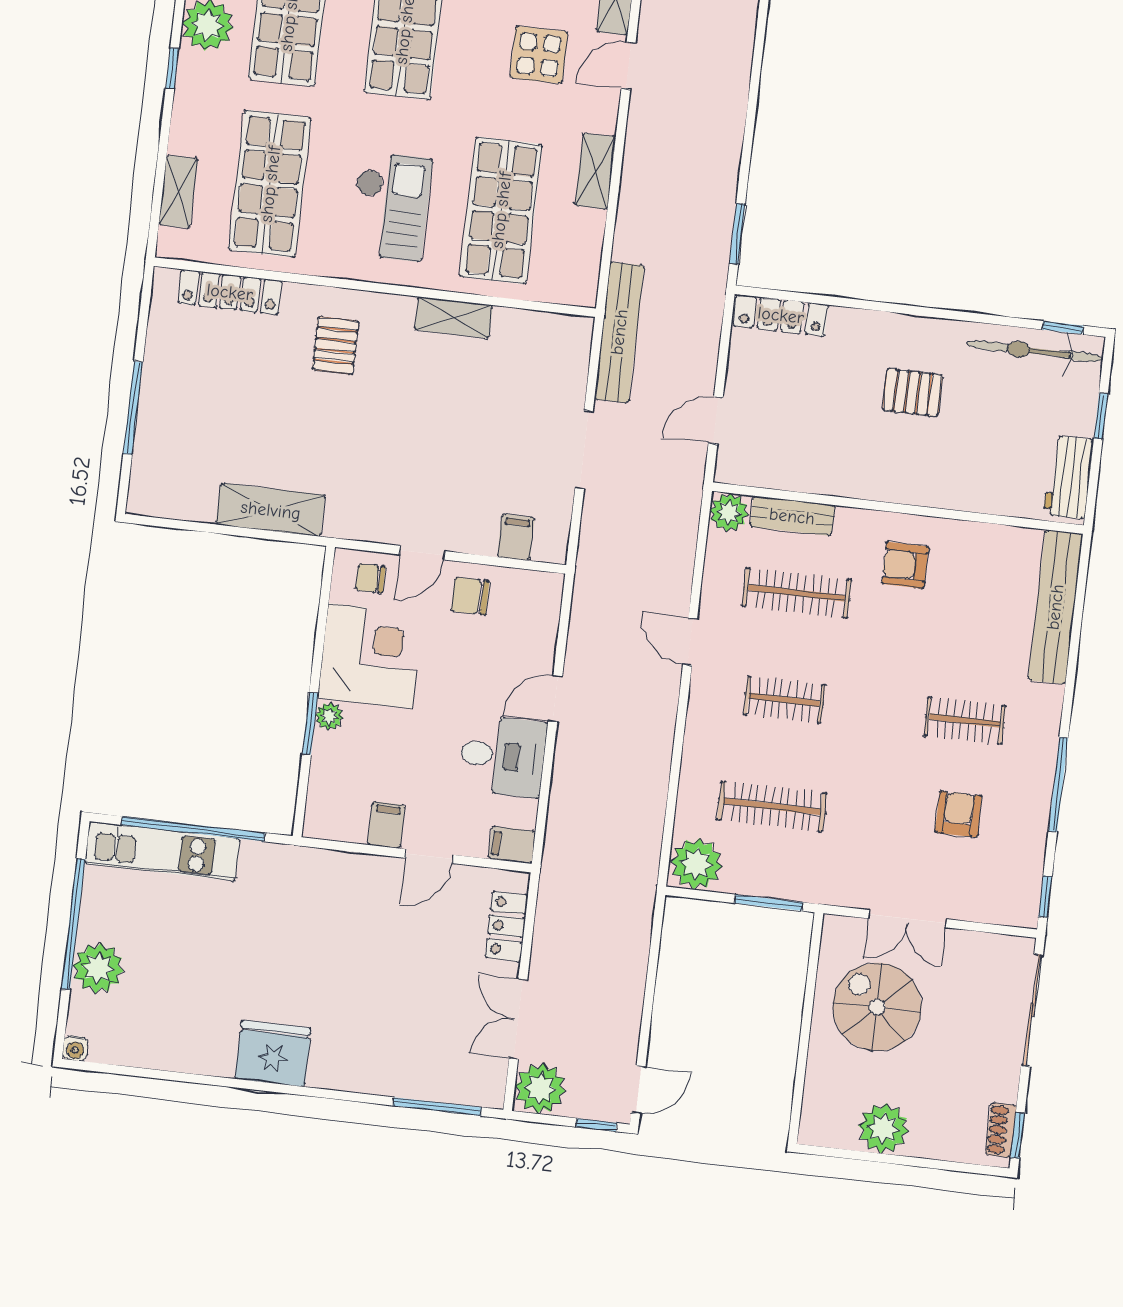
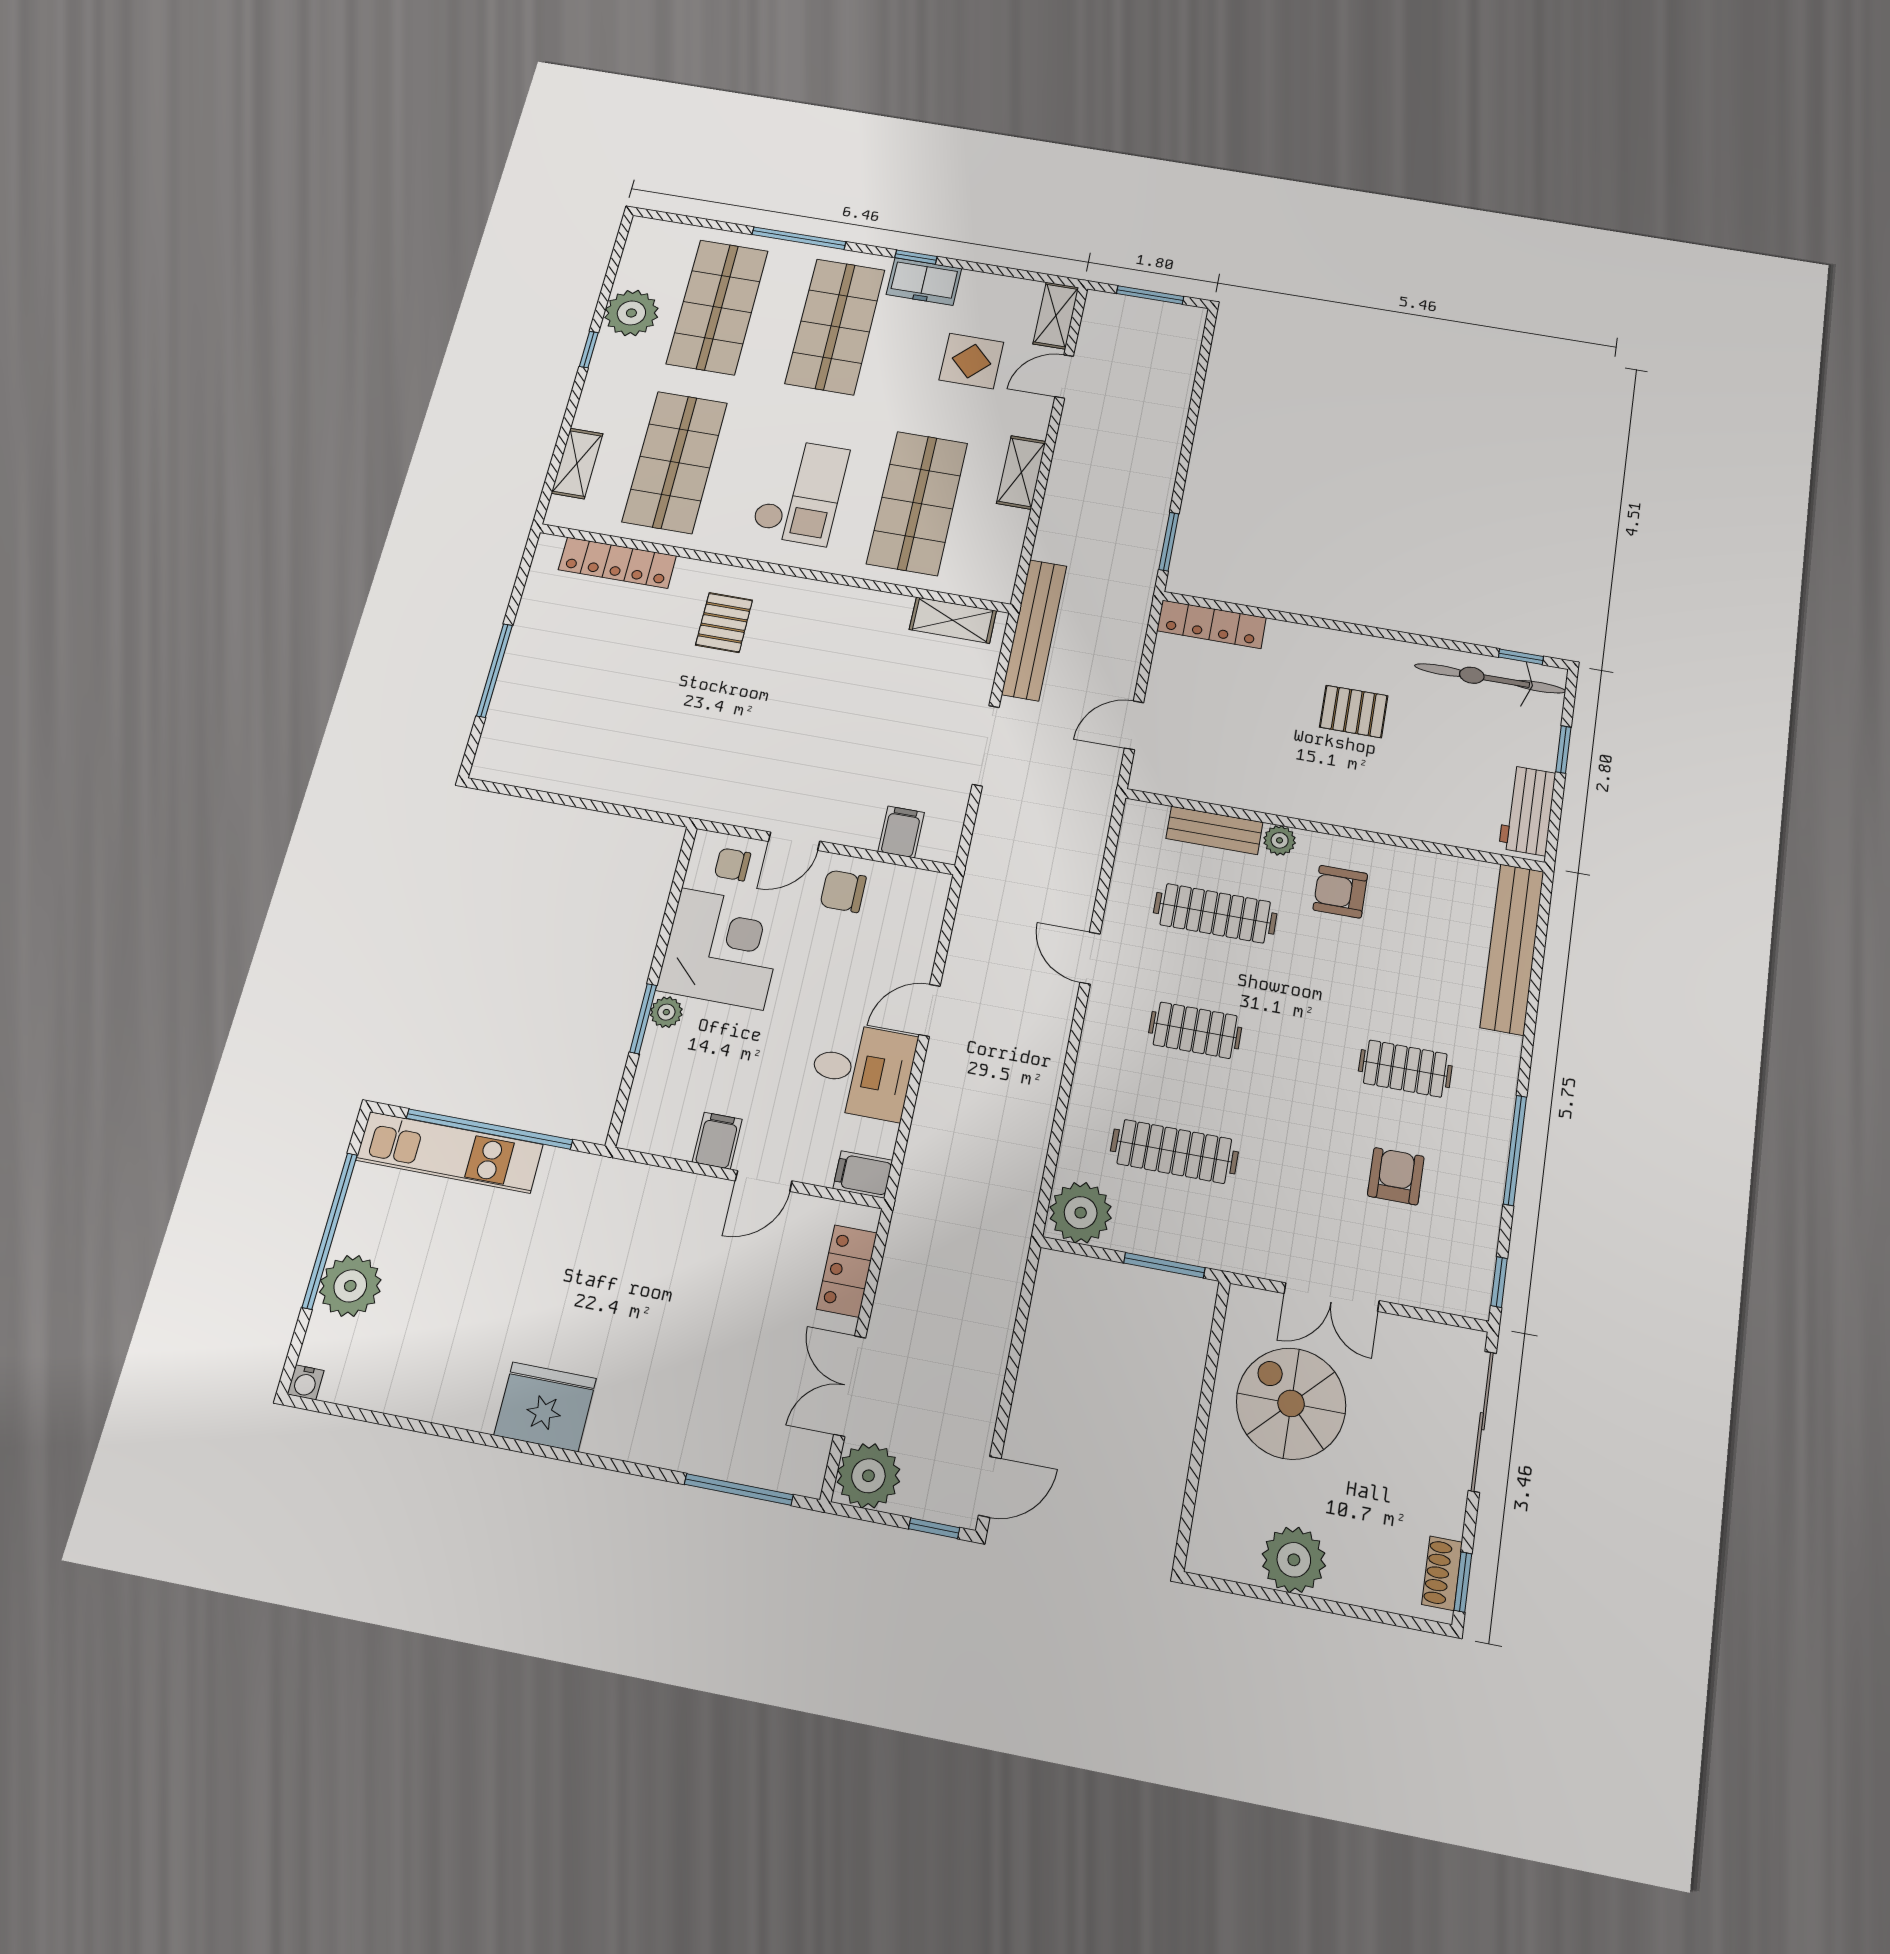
shelving: (454, 318) -> (953, 620), moved
shelving: (271, 510) -> (630, 785), removed
plant: (729, 512) -> (1280, 840), moved, width x0.73, depth x0.73

